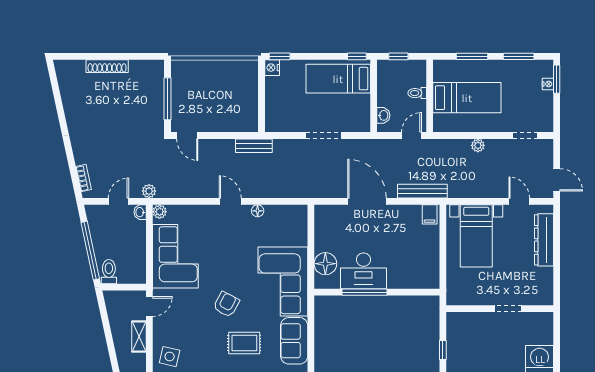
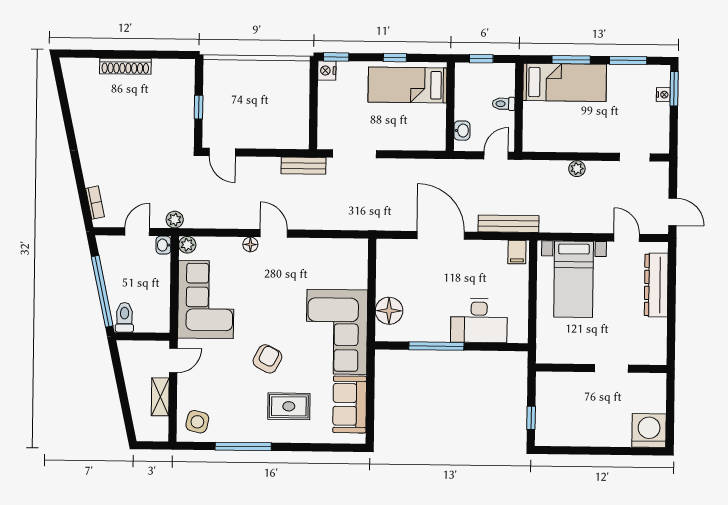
window: (357, 56) -> (395, 58), moved
bed: (467, 98) -> (565, 82), moved
window: (167, 99) -> (199, 107), width x0.46
doorway: (324, 135) -> (354, 154), moved
floor lamp: (258, 211) -> (250, 244), moved
desk: (364, 271) -> (479, 321), moved

